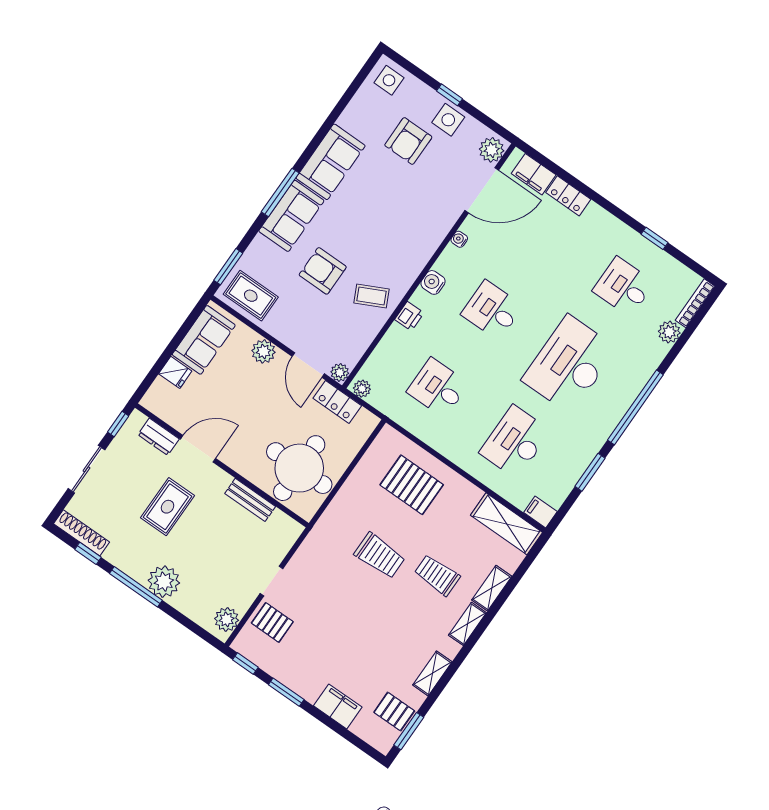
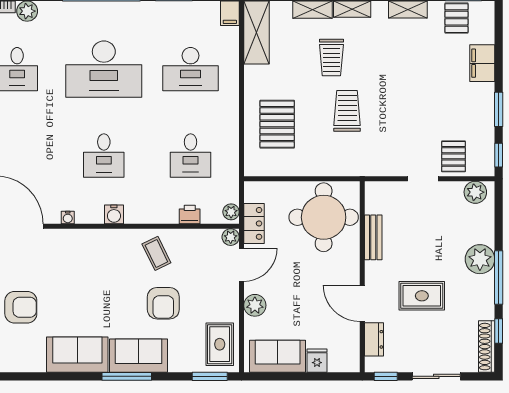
printer: (409, 316) -> (190, 214), moved

